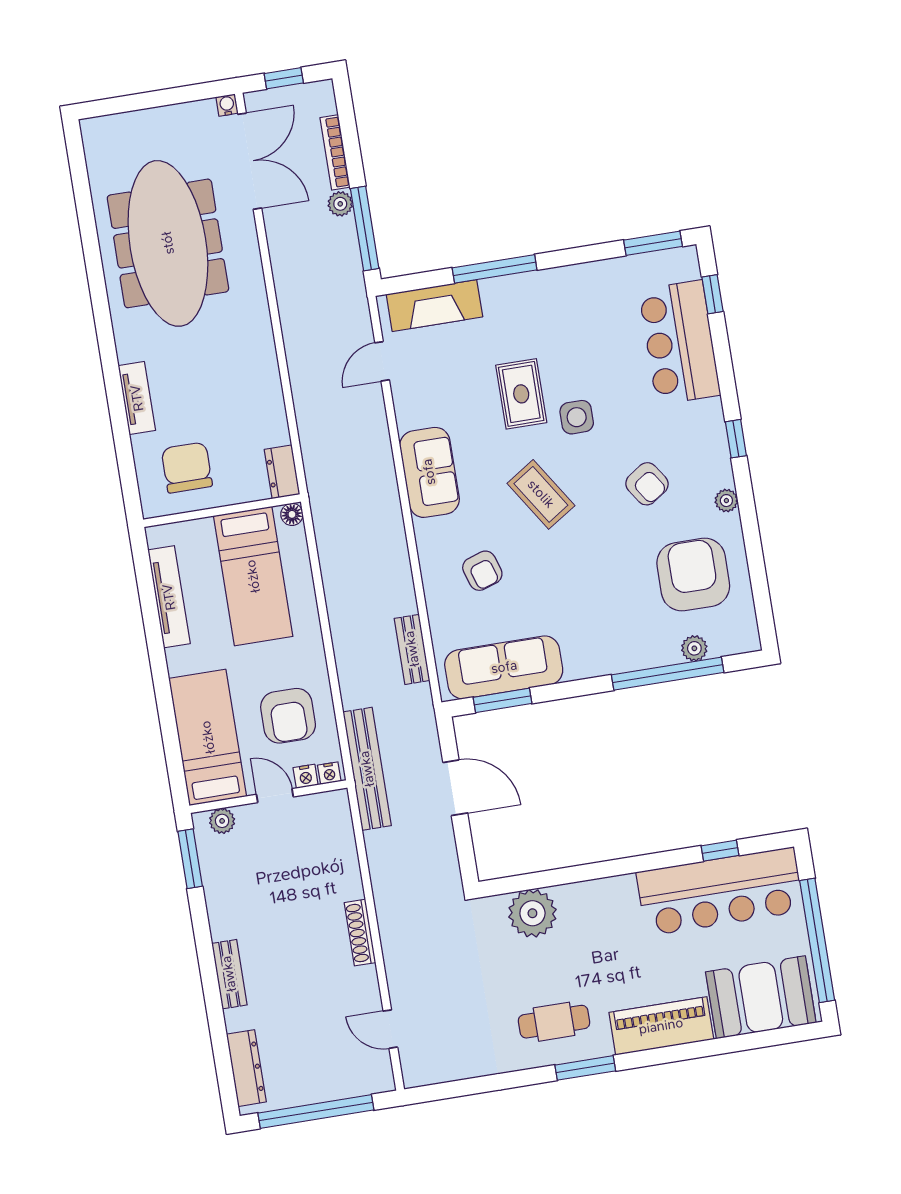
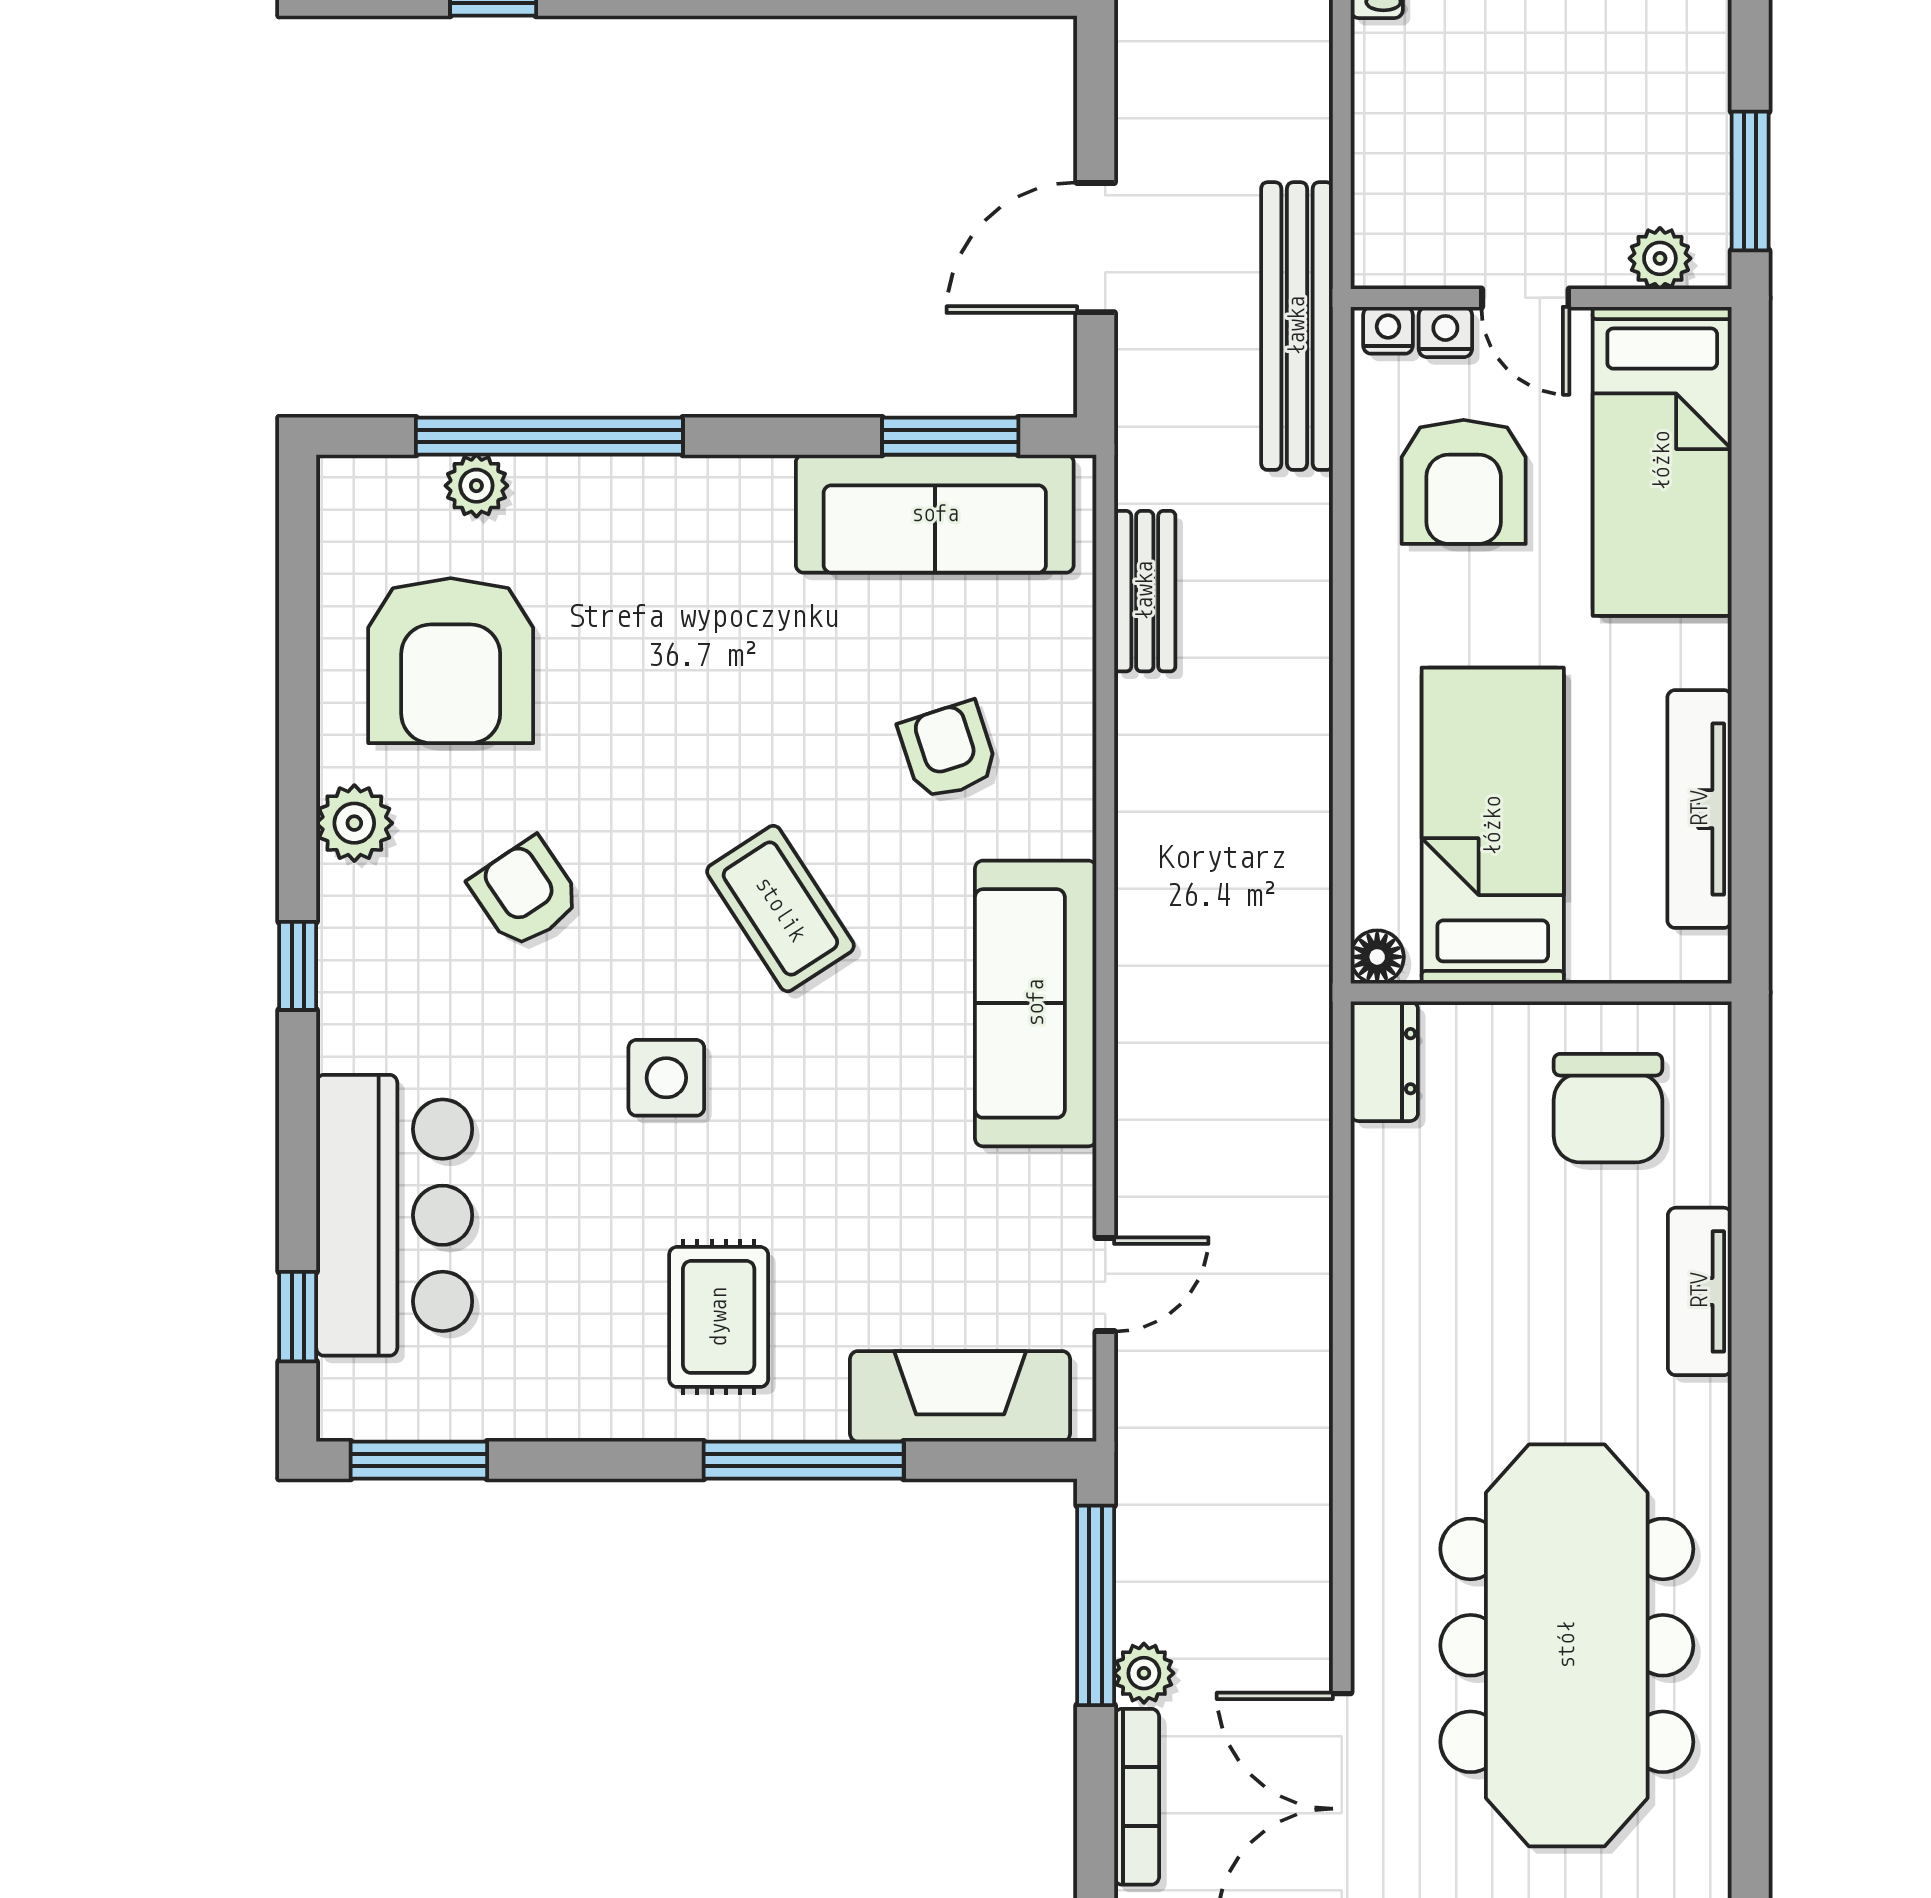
rug: (521, 394) -> (719, 1317), moved
sofa: (429, 472) -> (1036, 1003), width x1.36
plant: (726, 501) -> (354, 823), width x1.38, depth x1.38
armchair: (288, 716) -> (1464, 482), turned 180
door: (455, 788) -> (1096, 248), hinge flipped

